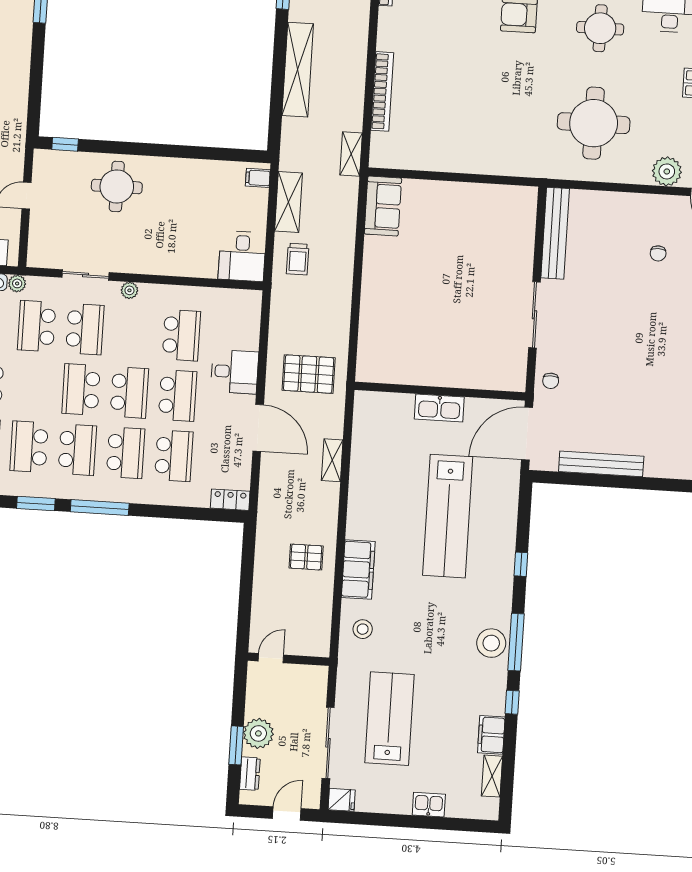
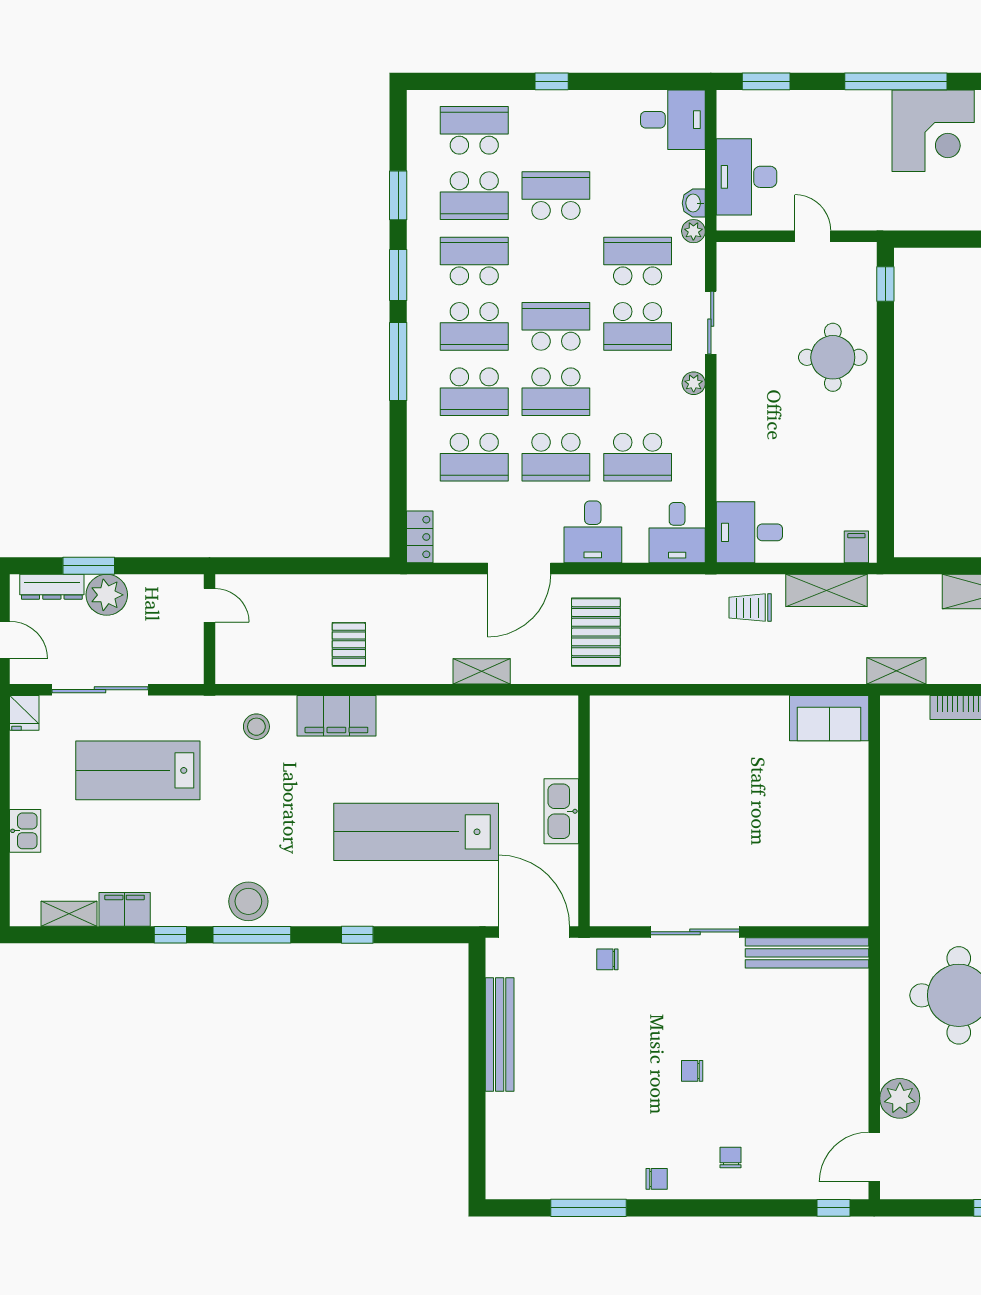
chair: (658, 253) -> (692, 1071), moved
desk: (239, 310) -> (677, 533), added
lab bench: (389, 719) -> (138, 770), turned 180
dresser: (250, 774) -> (52, 587), width x1.44

